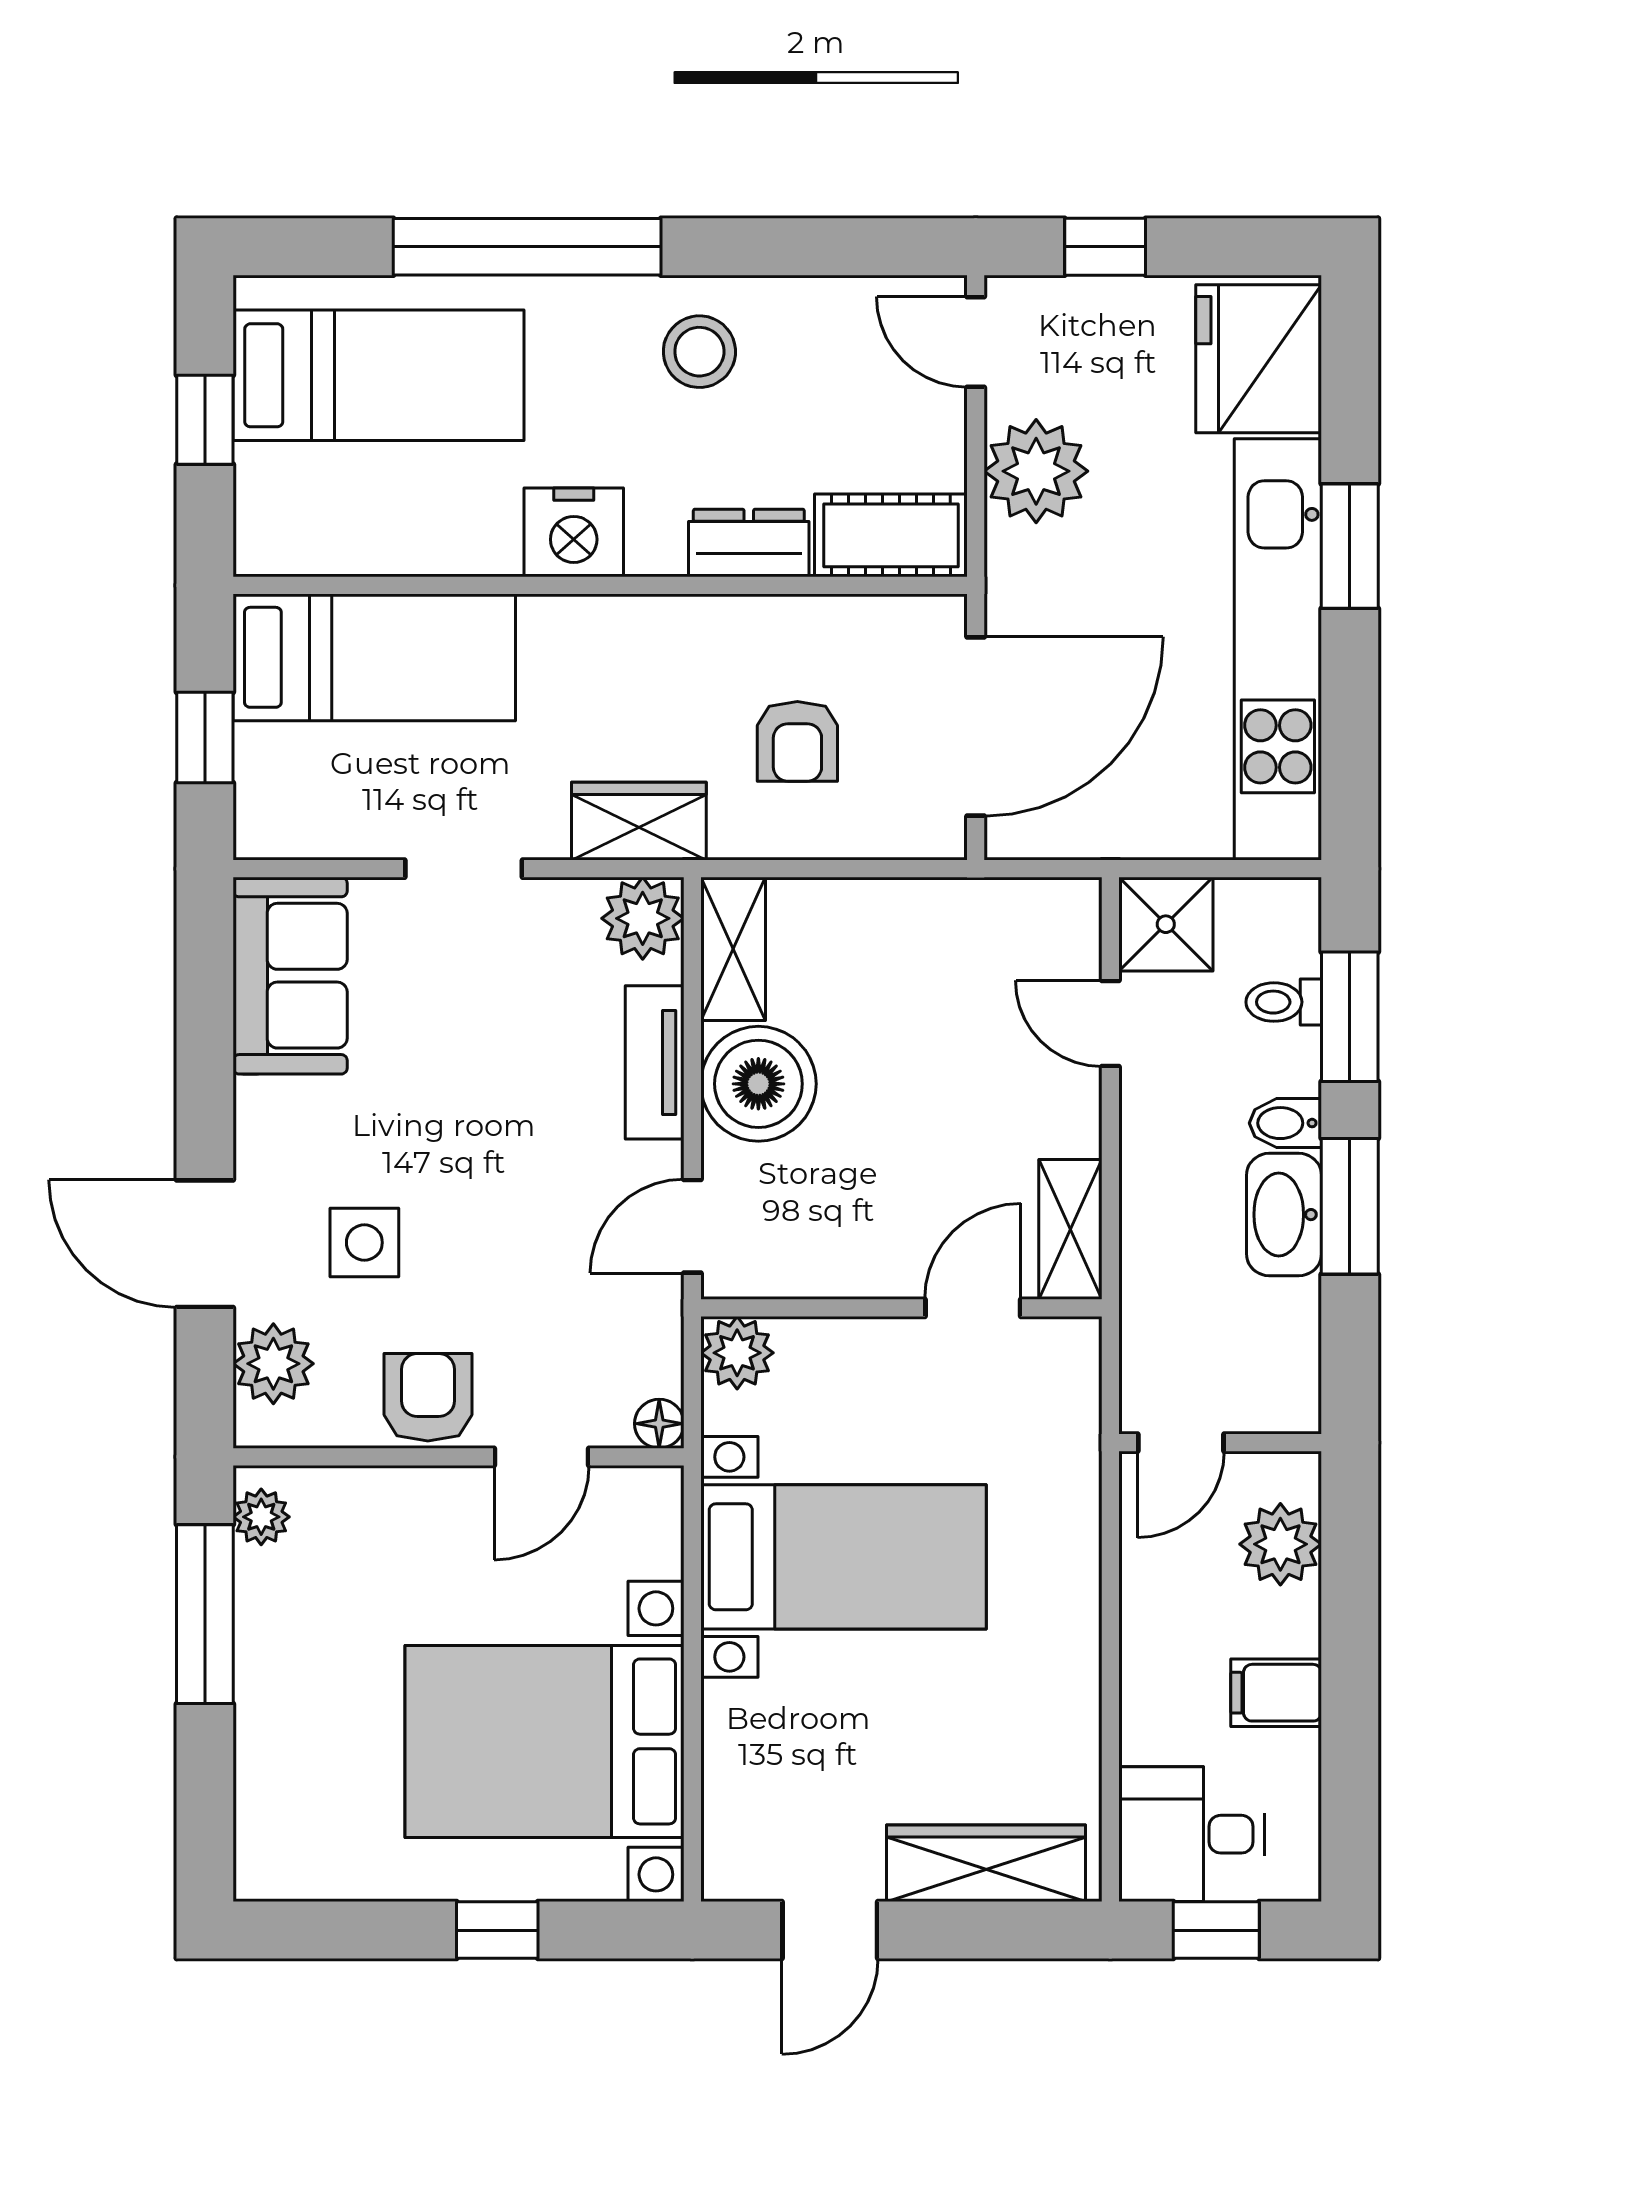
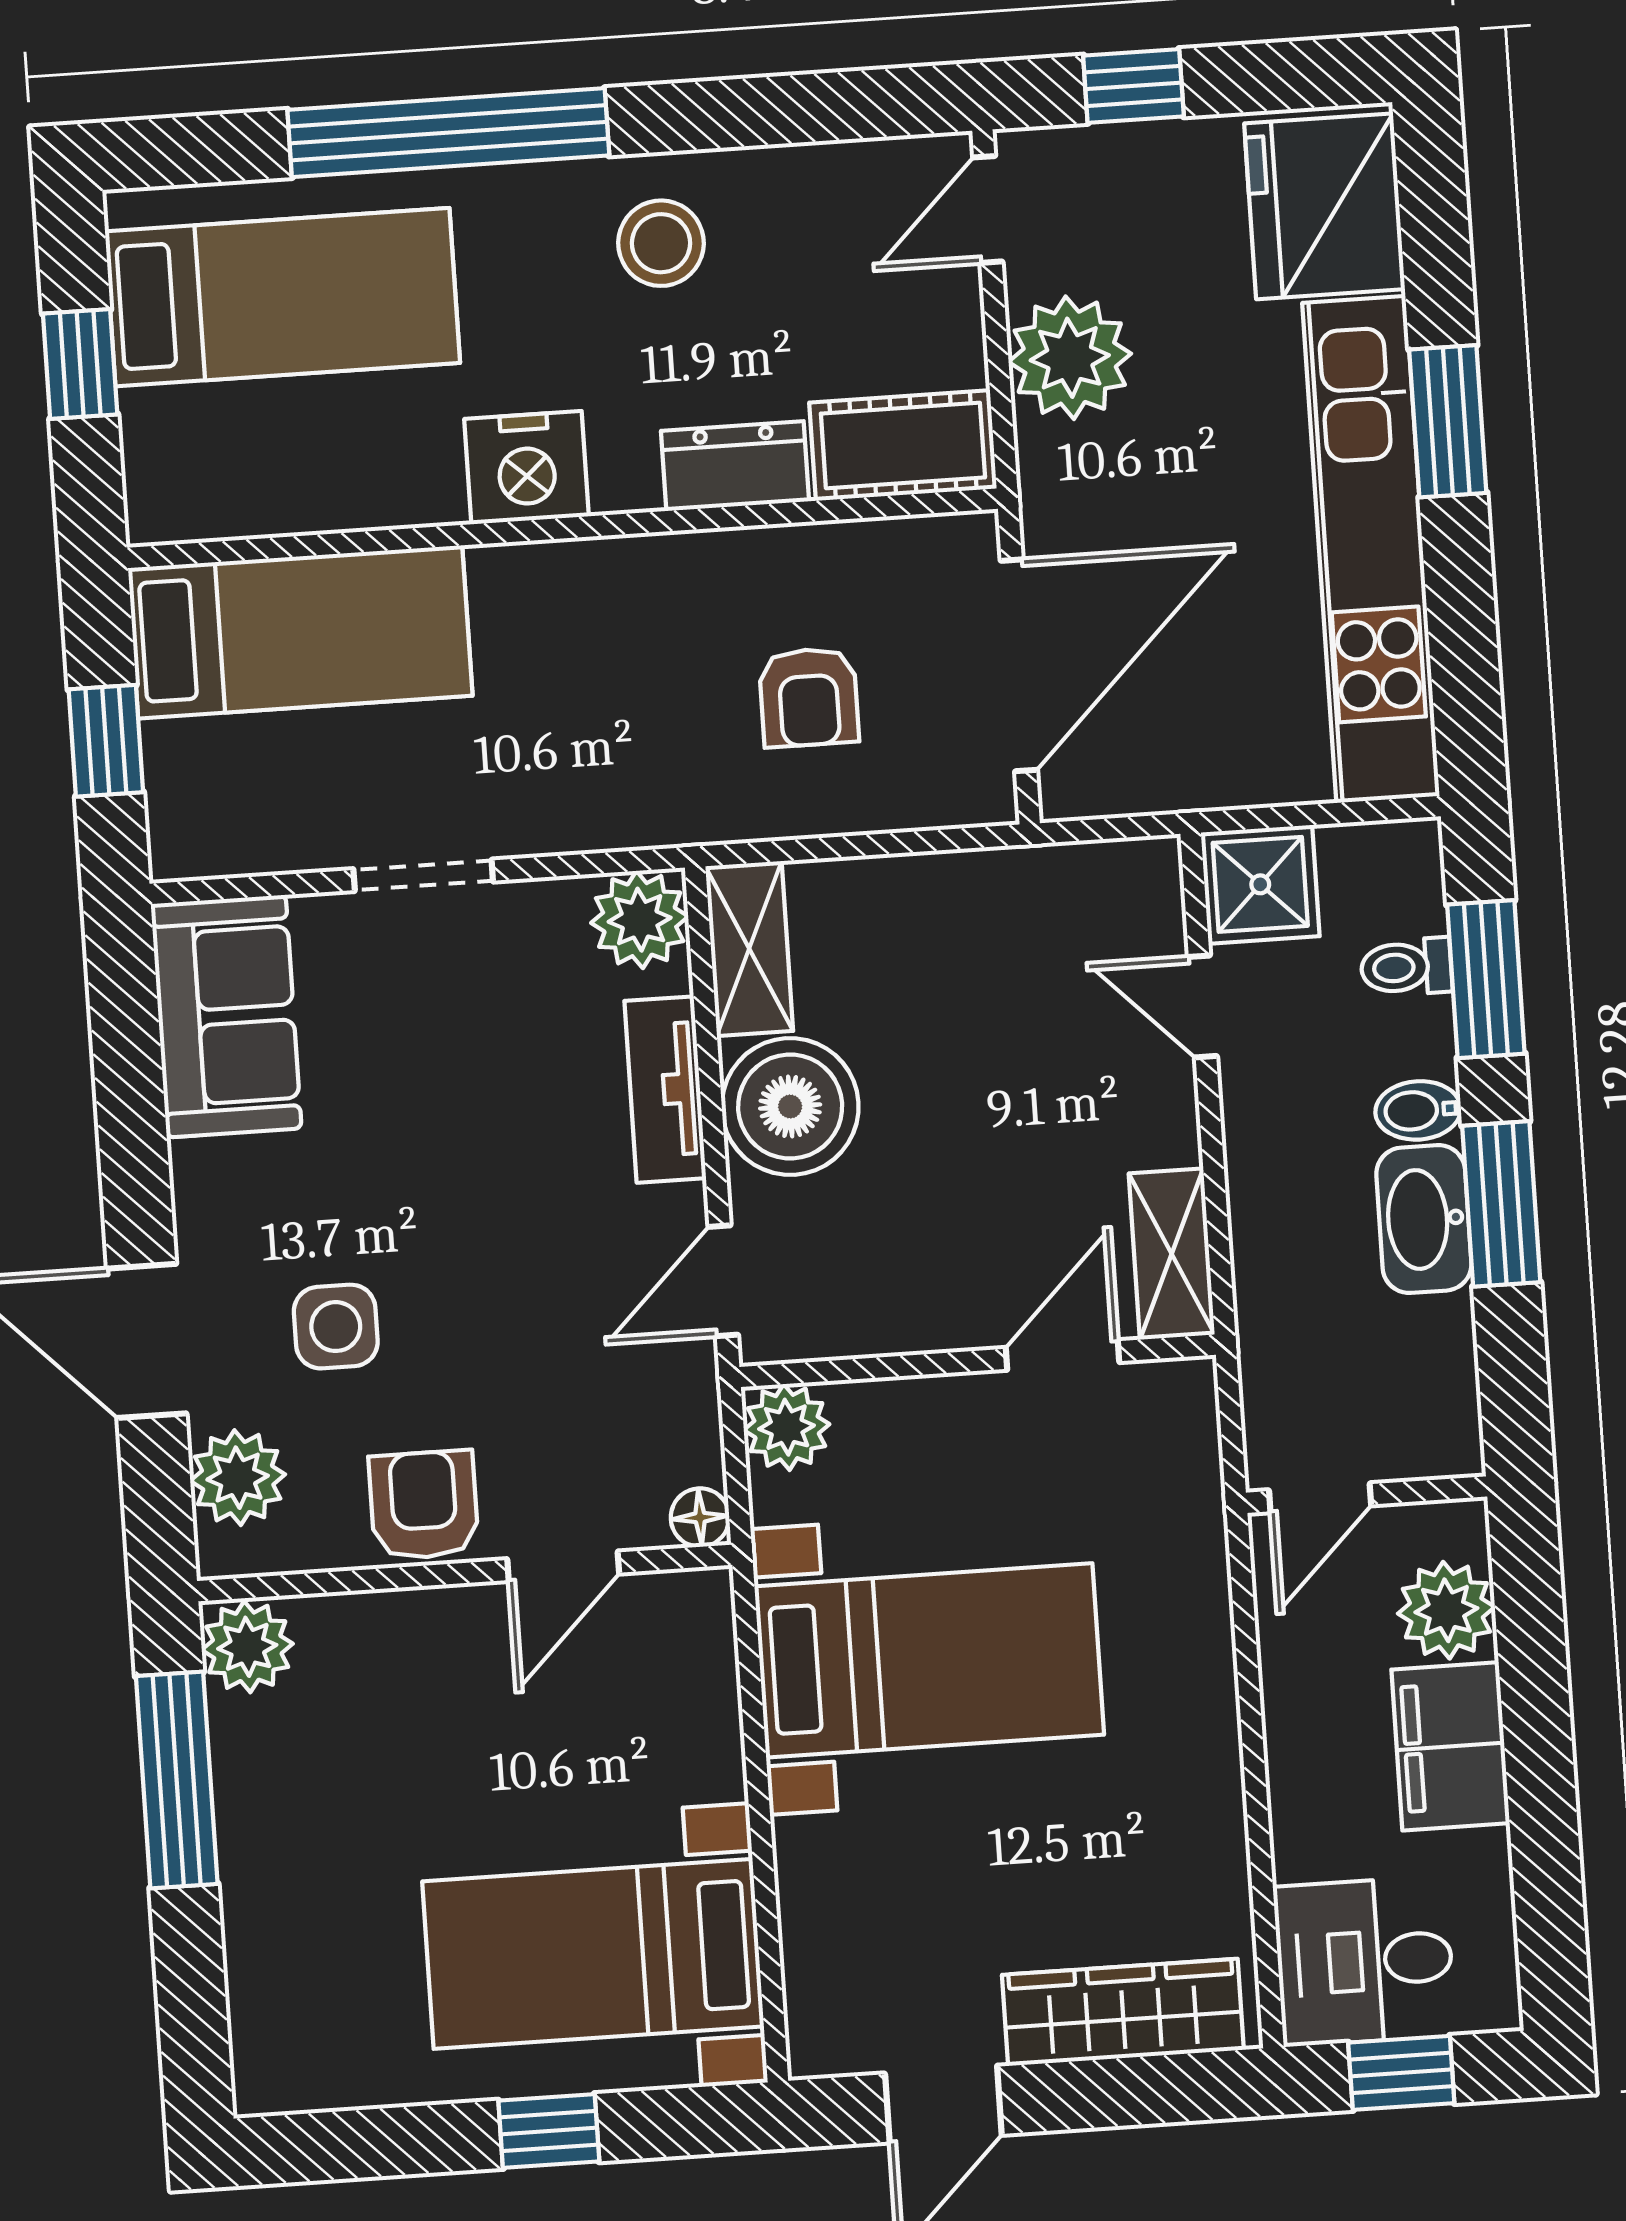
door: (976, 342) -> (988, 209), hinge flipped
wardrobe: (639, 821) -> (627, 805), removed
plant: (261, 1517) -> (247, 1647), width x1.38, depth x1.38
filing cabinet: (1276, 1693) -> (1451, 1746), width x2.00
bed with nightstands: (544, 1741) -> (593, 1954), width x0.73

